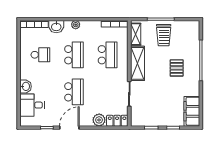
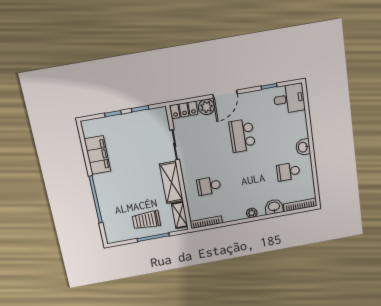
trolley: (164, 35) -> (146, 220), turned -90
school desk: (74, 55) -> (249, 179), removed
school desk: (108, 55) -> (209, 186), width x0.54
pallet: (177, 68) -> (123, 186), removed
washbasin: (26, 86) -> (303, 147), moved
desk: (32, 105) -> (289, 99), moved
filing cabinet: (192, 111) -> (97, 155), moved
door: (69, 128) -> (225, 94), moved

